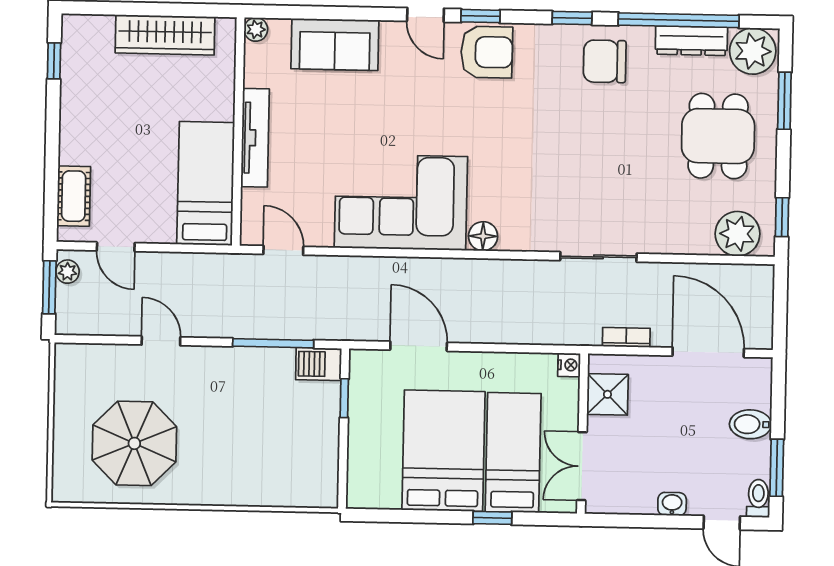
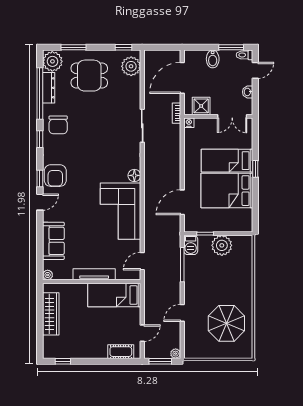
armchair: (487, 52) -> (55, 176), turned 180
plant: (67, 272) -> (176, 354), moved
nightstand: (569, 365) -> (189, 123), moved
shower: (607, 394) -> (201, 106), moved
wall: (583, 433) -> (218, 116), moved
plant: (316, 436) -> (222, 245), added
double door: (582, 466) -> (232, 116), moved

